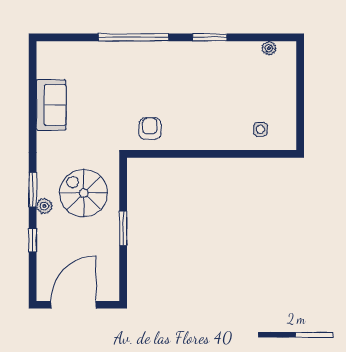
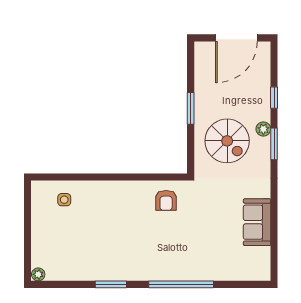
plant: (269, 48) -> (38, 274), moved

